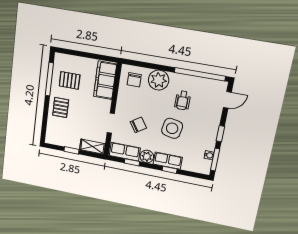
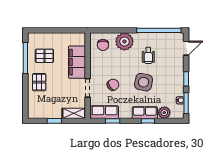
filing cabinet: (105, 80) -> (77, 62), moved
plant: (147, 156) -> (164, 113), moved

